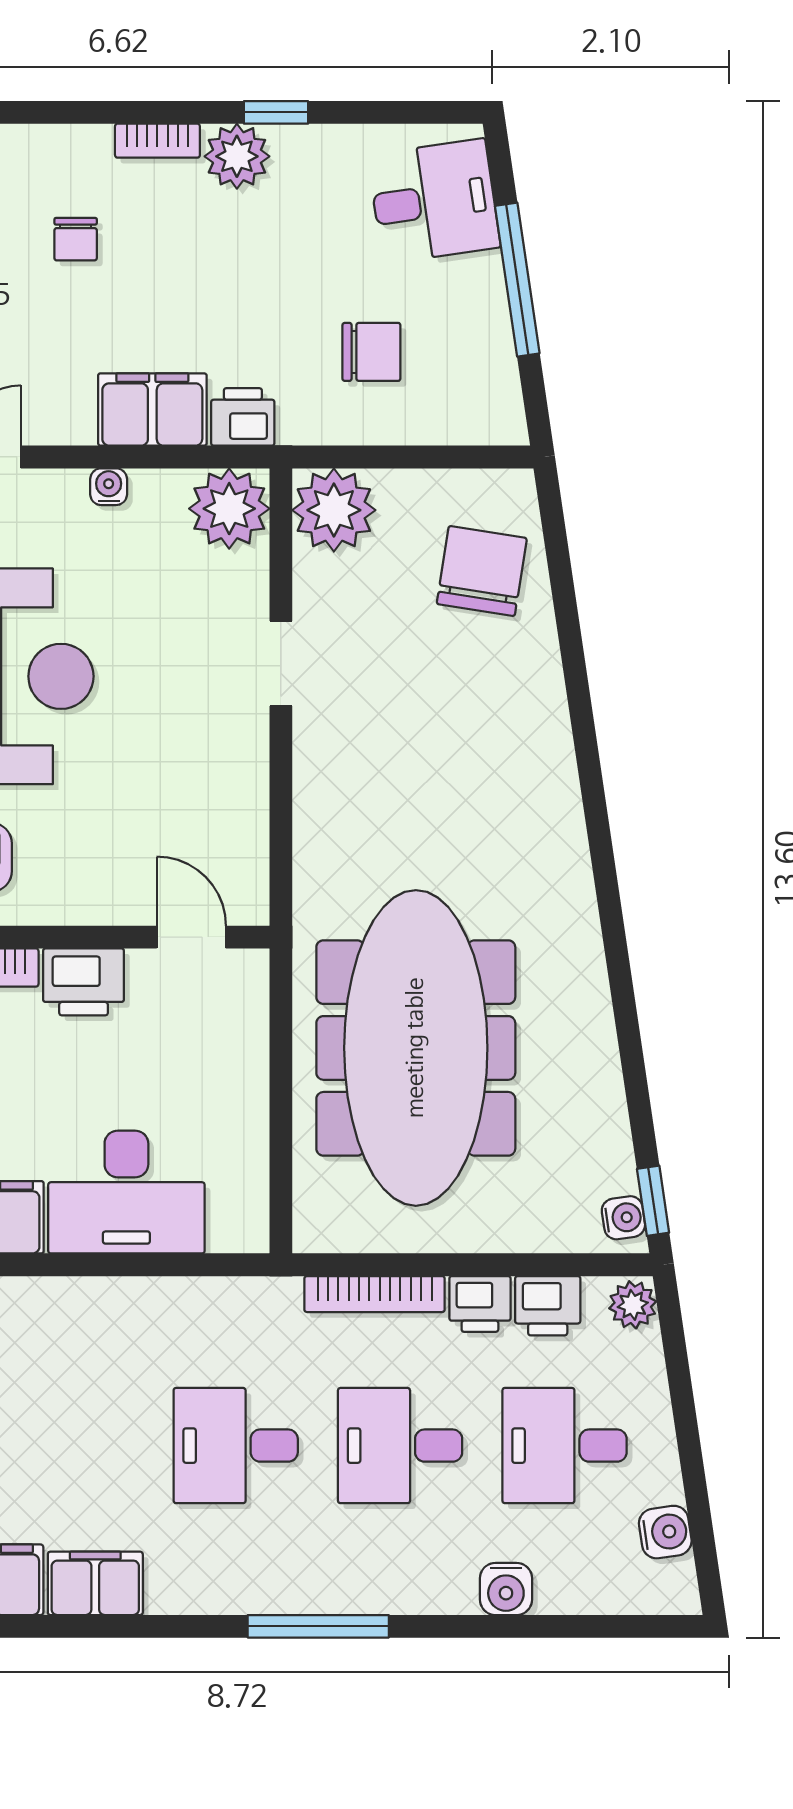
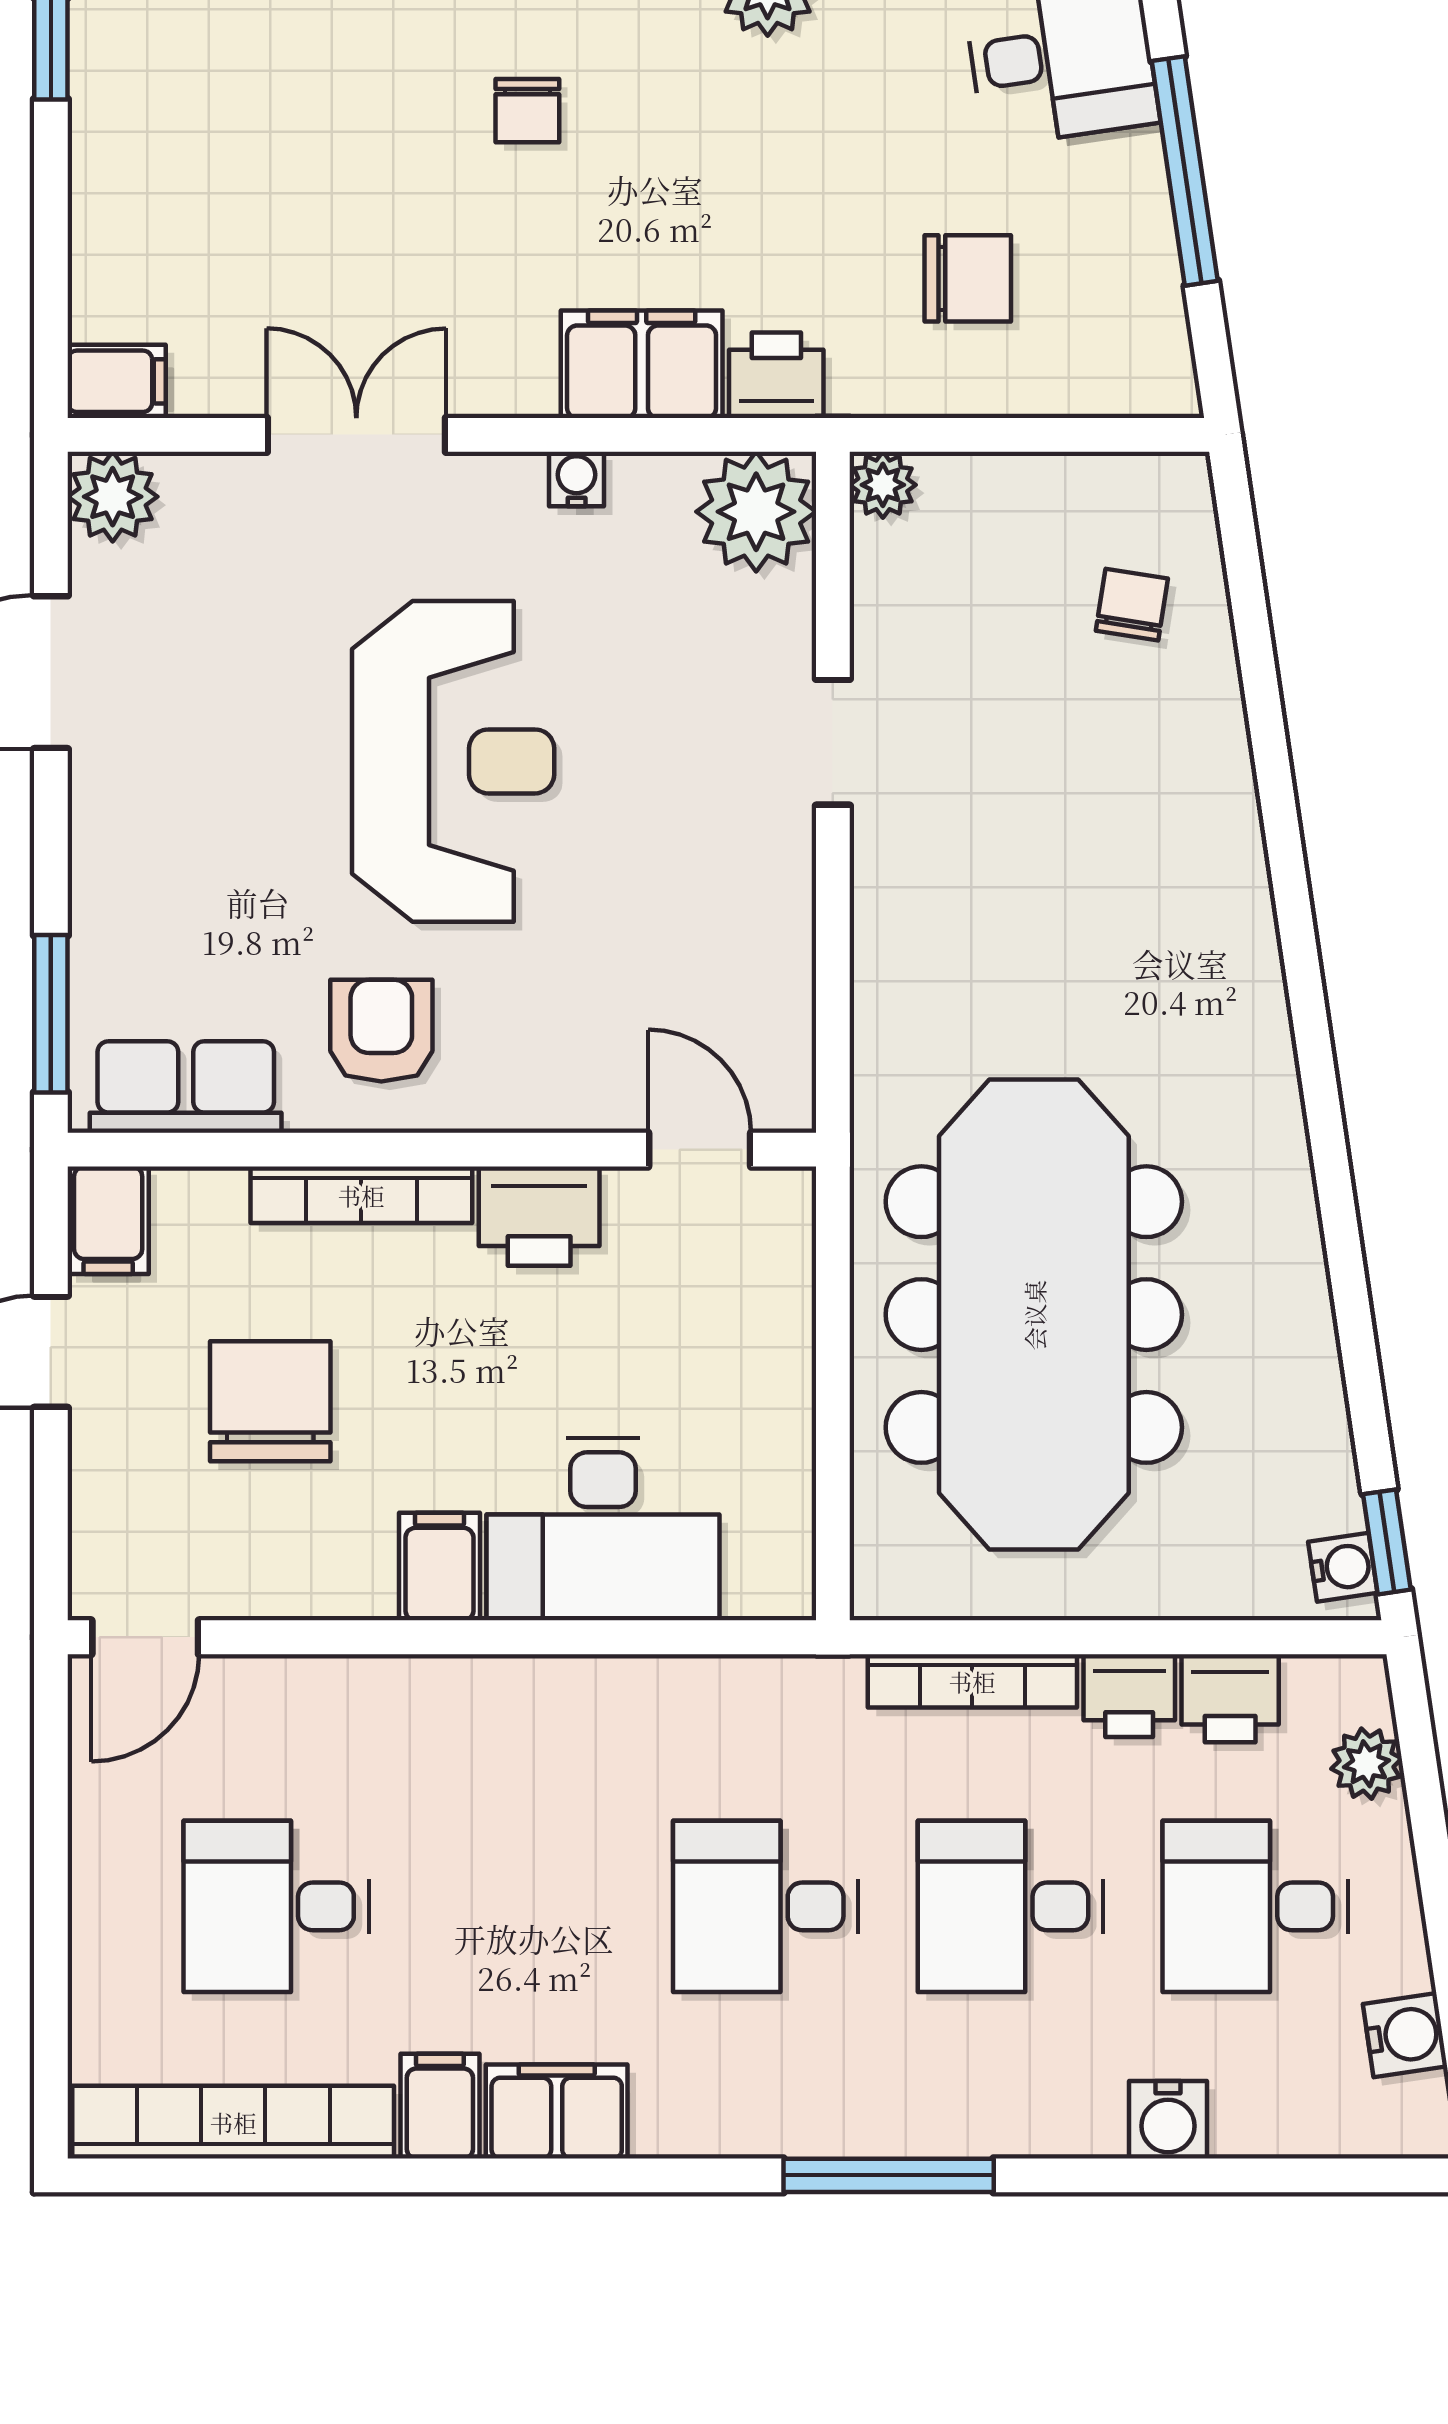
plant: (334, 510) -> (883, 485), width x0.53, depth x0.53
chair: (482, 571) -> (1132, 605), width x0.54, depth x0.54
plant: (633, 1305) -> (1367, 1764), moved

